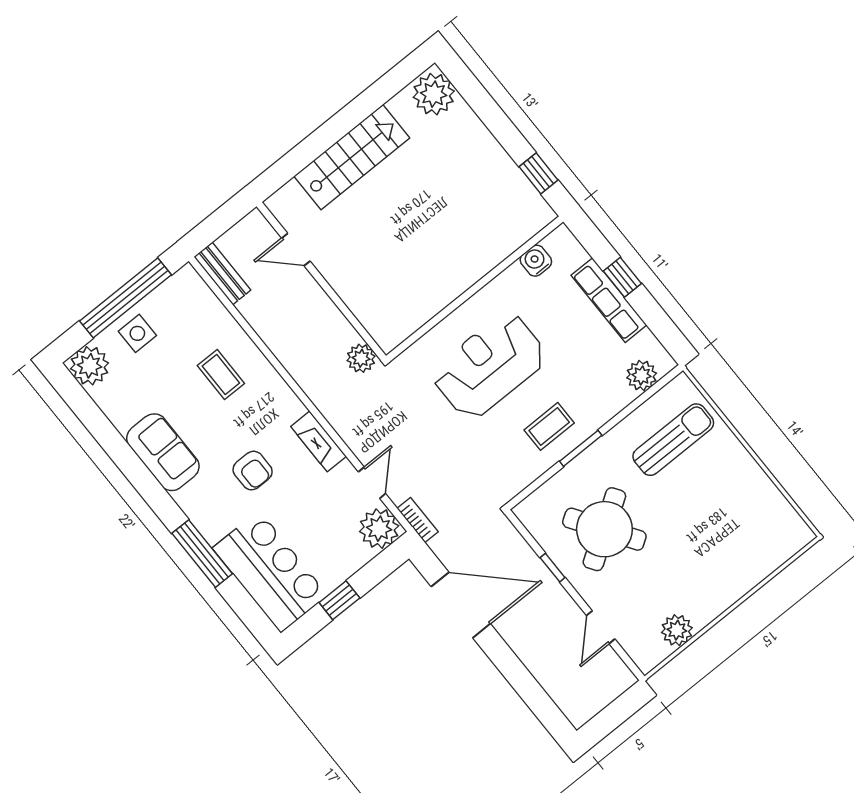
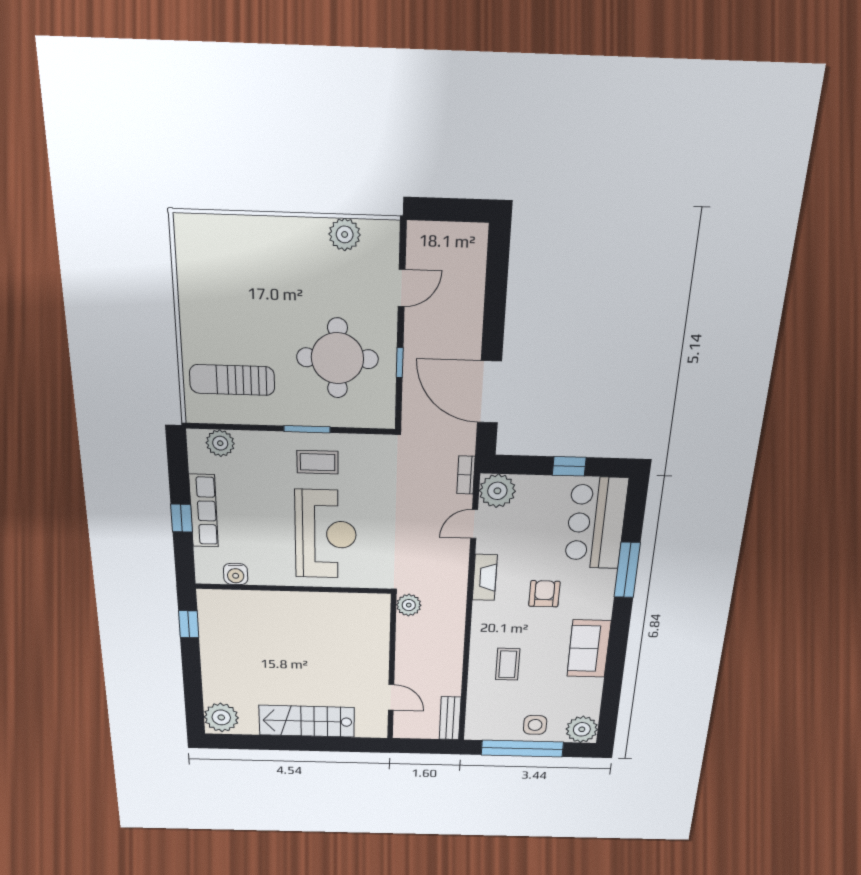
reception desk: (489, 366) -> (326, 534), turned -90
round table: (604, 529) -> (337, 358), turned 33

